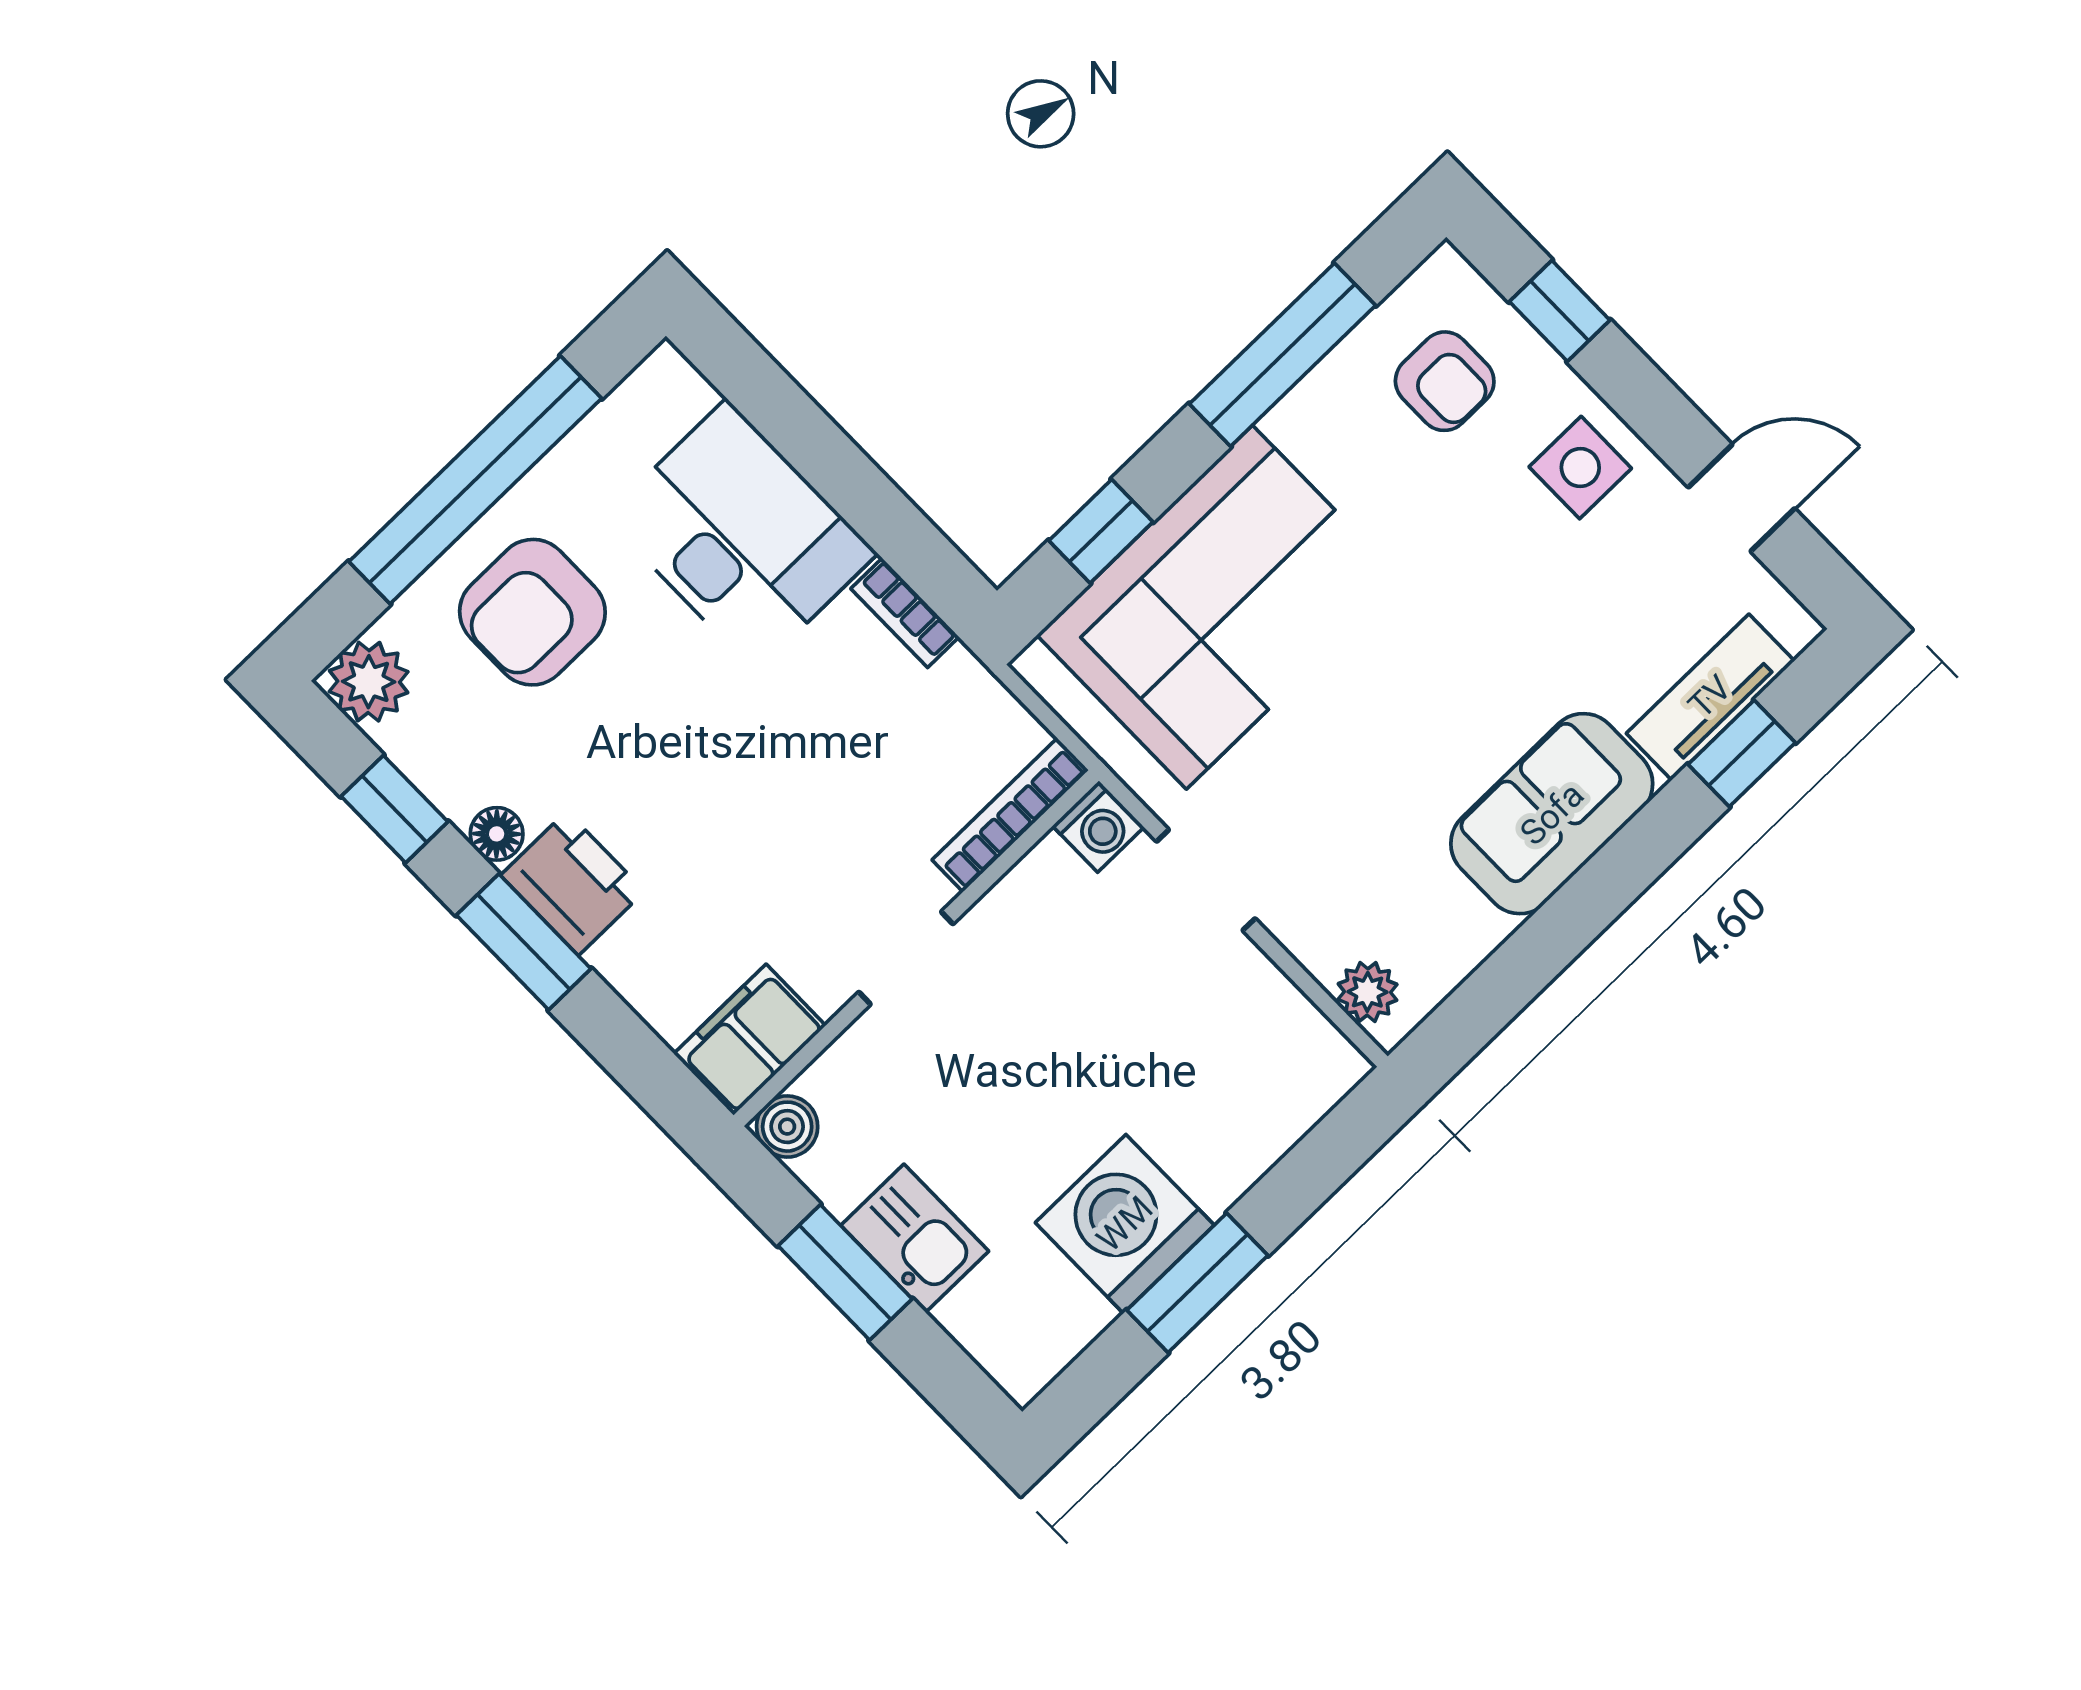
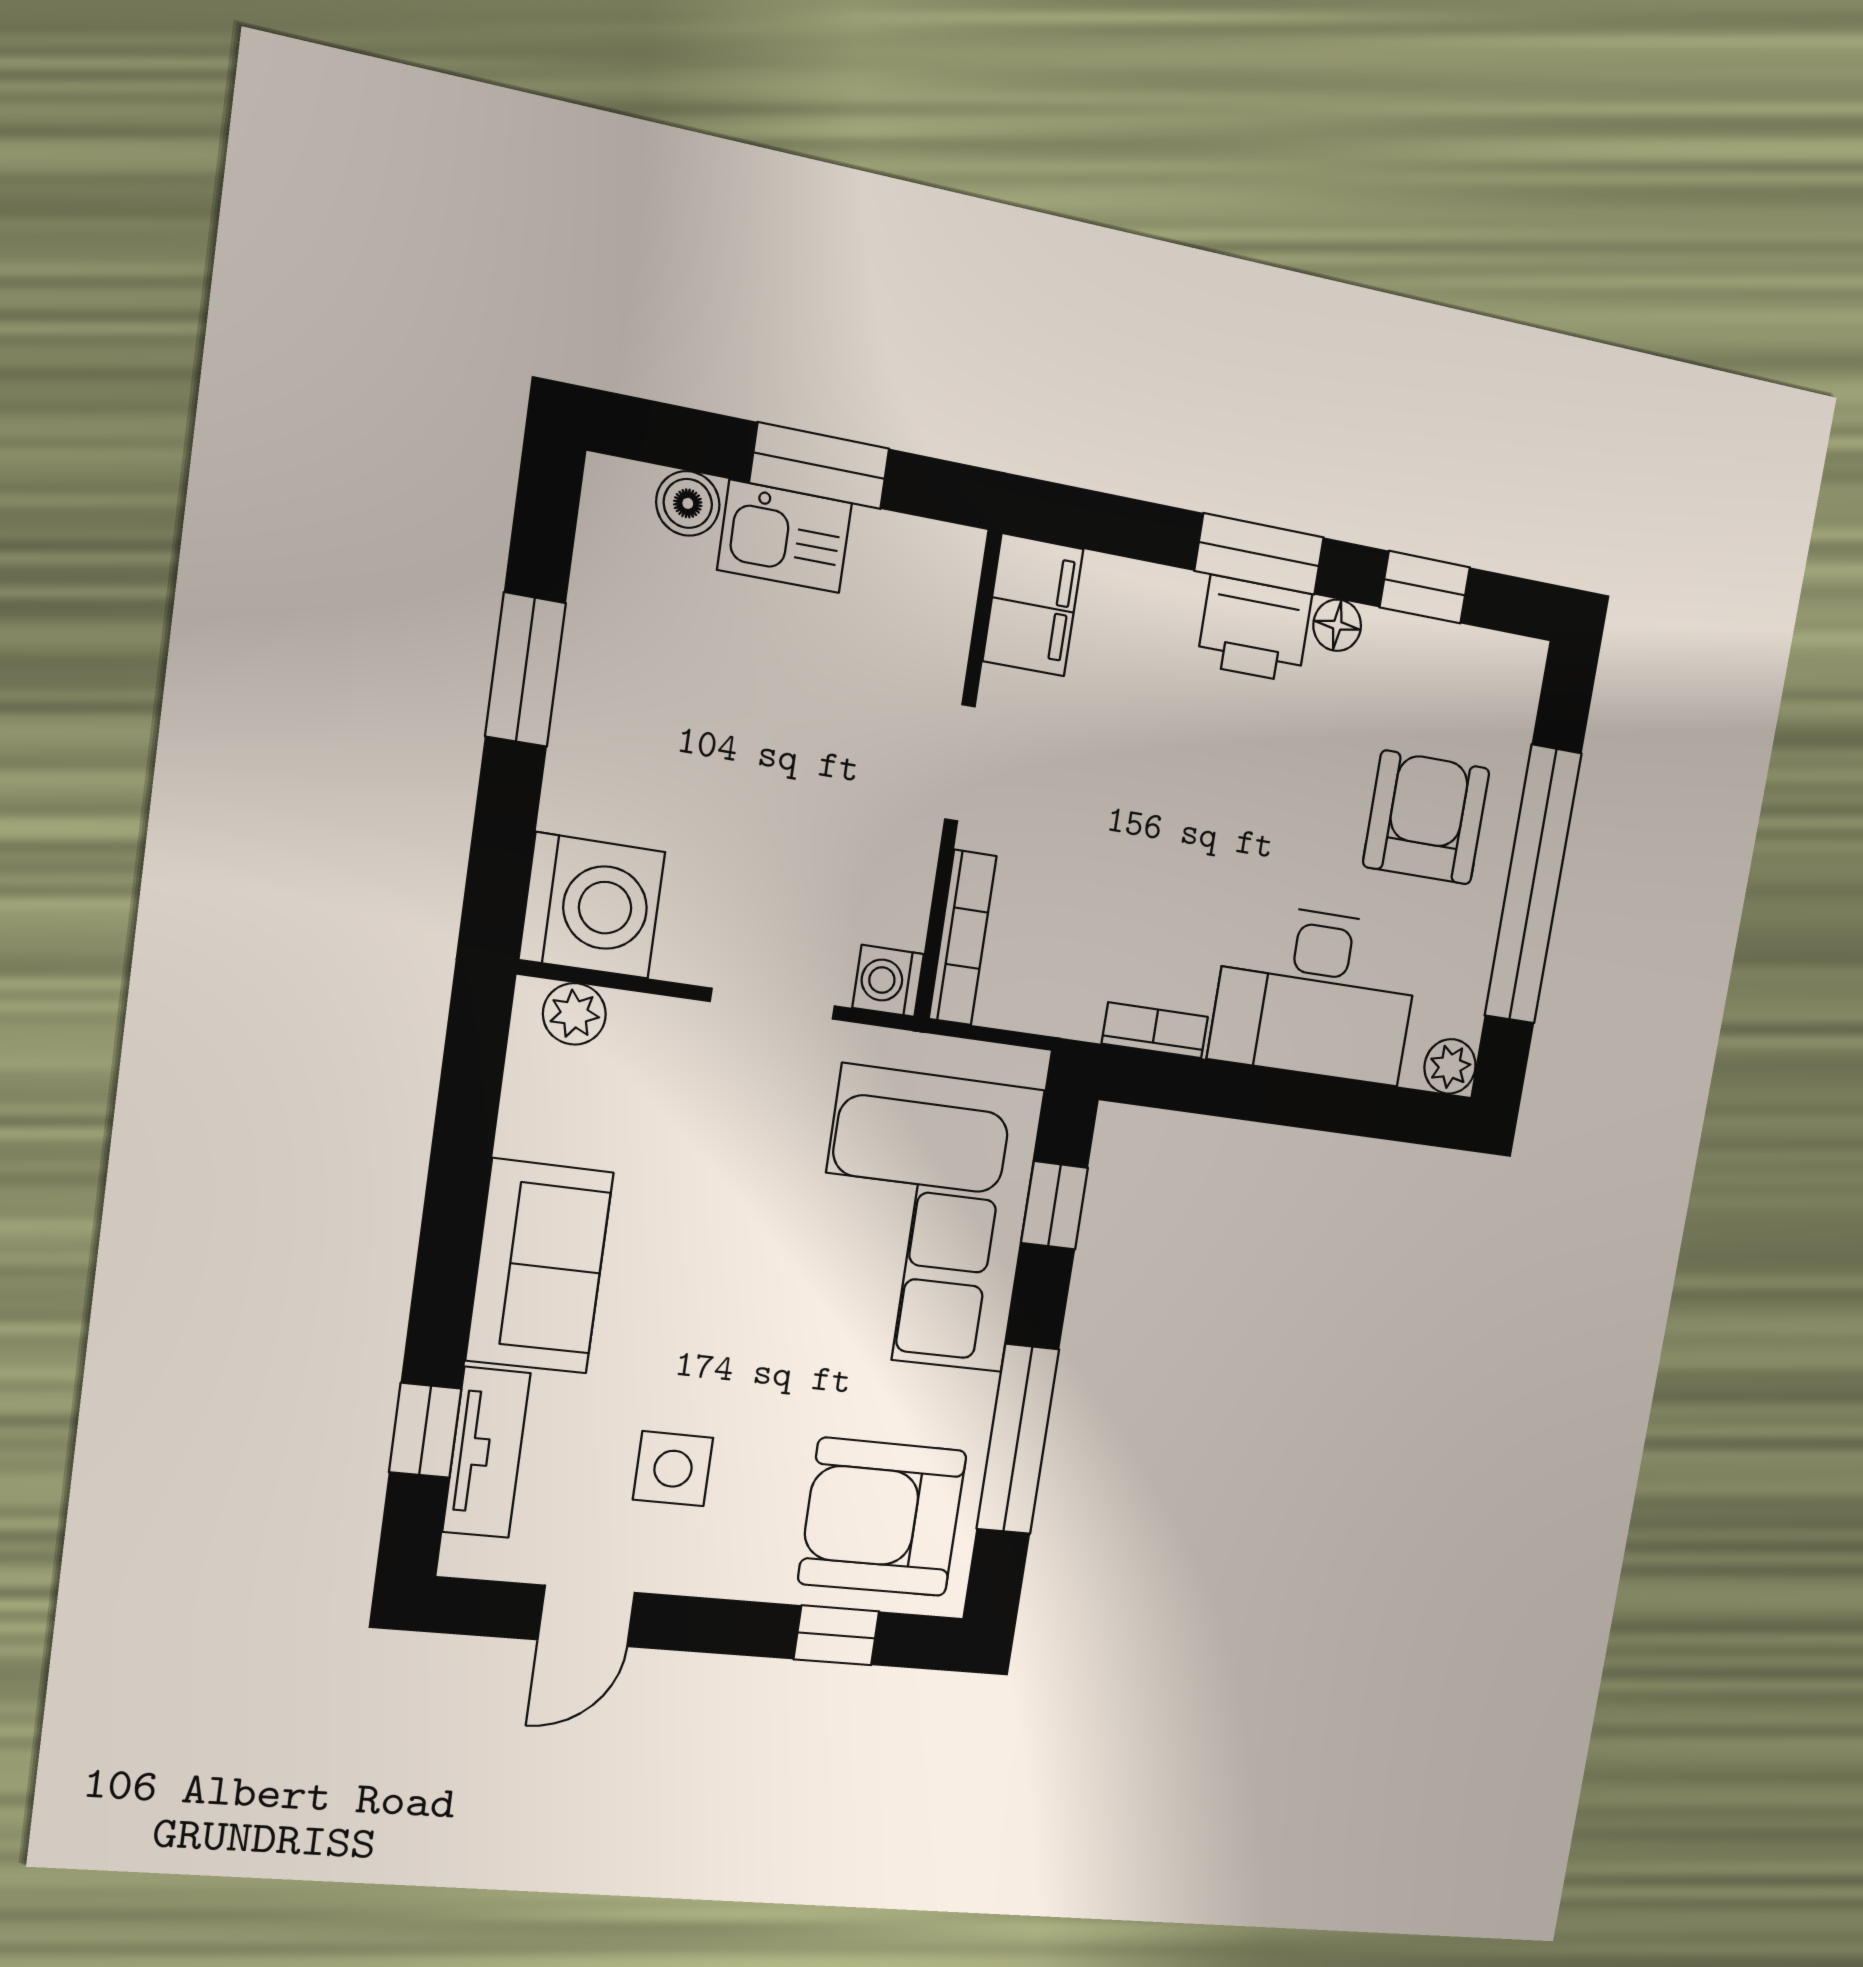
armchair: (1445, 381) -> (882, 1517), width x1.88, depth x1.88
side table: (1580, 468) -> (673, 1469), moved
plant: (369, 682) -> (1450, 1066), moved, width x0.73, depth x0.73
boiler: (787, 1127) -> (688, 503), moved
washing machine: (1125, 1224) -> (592, 906), moved

